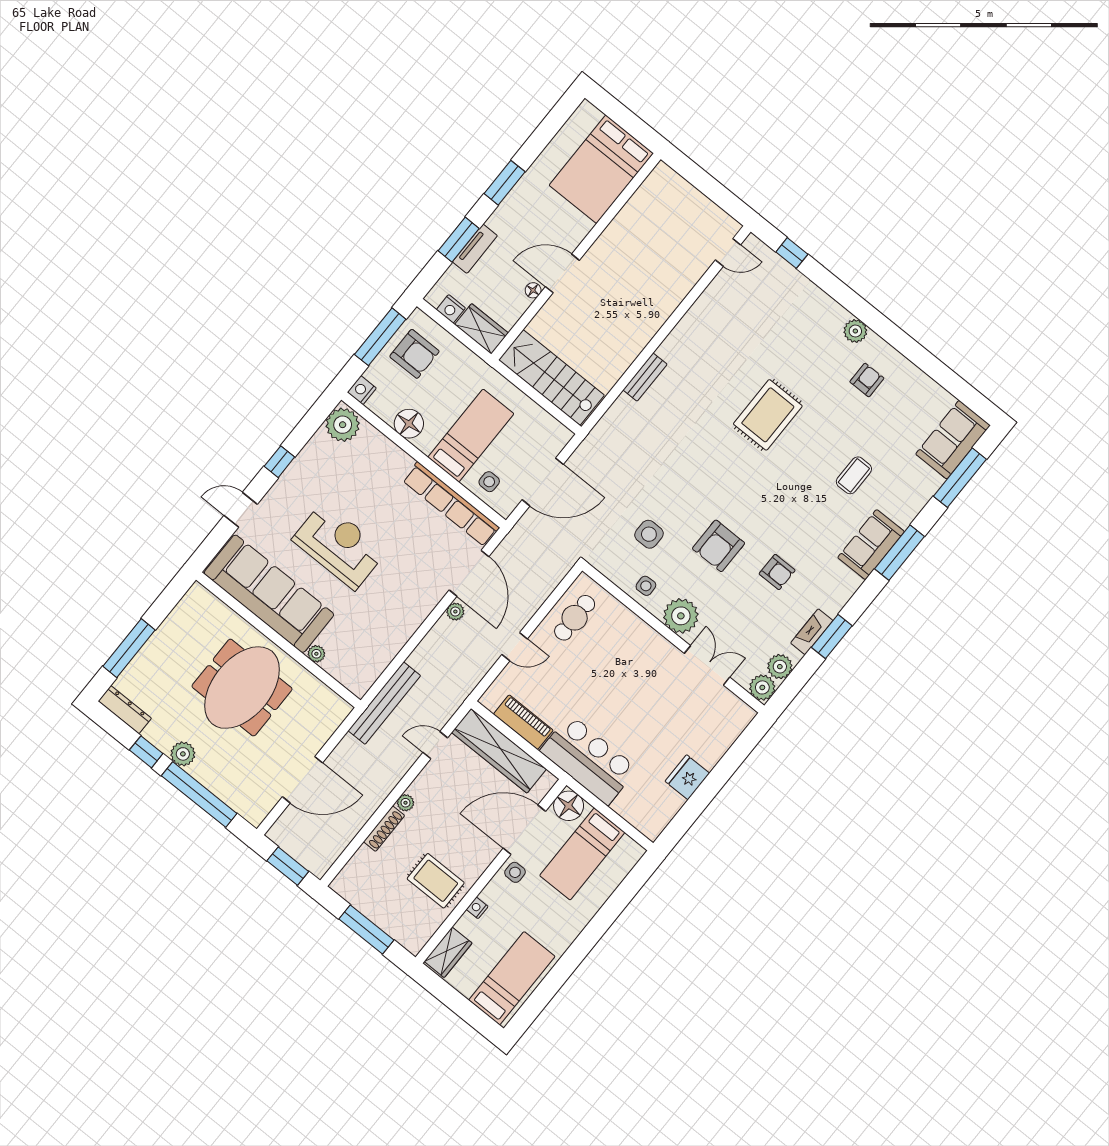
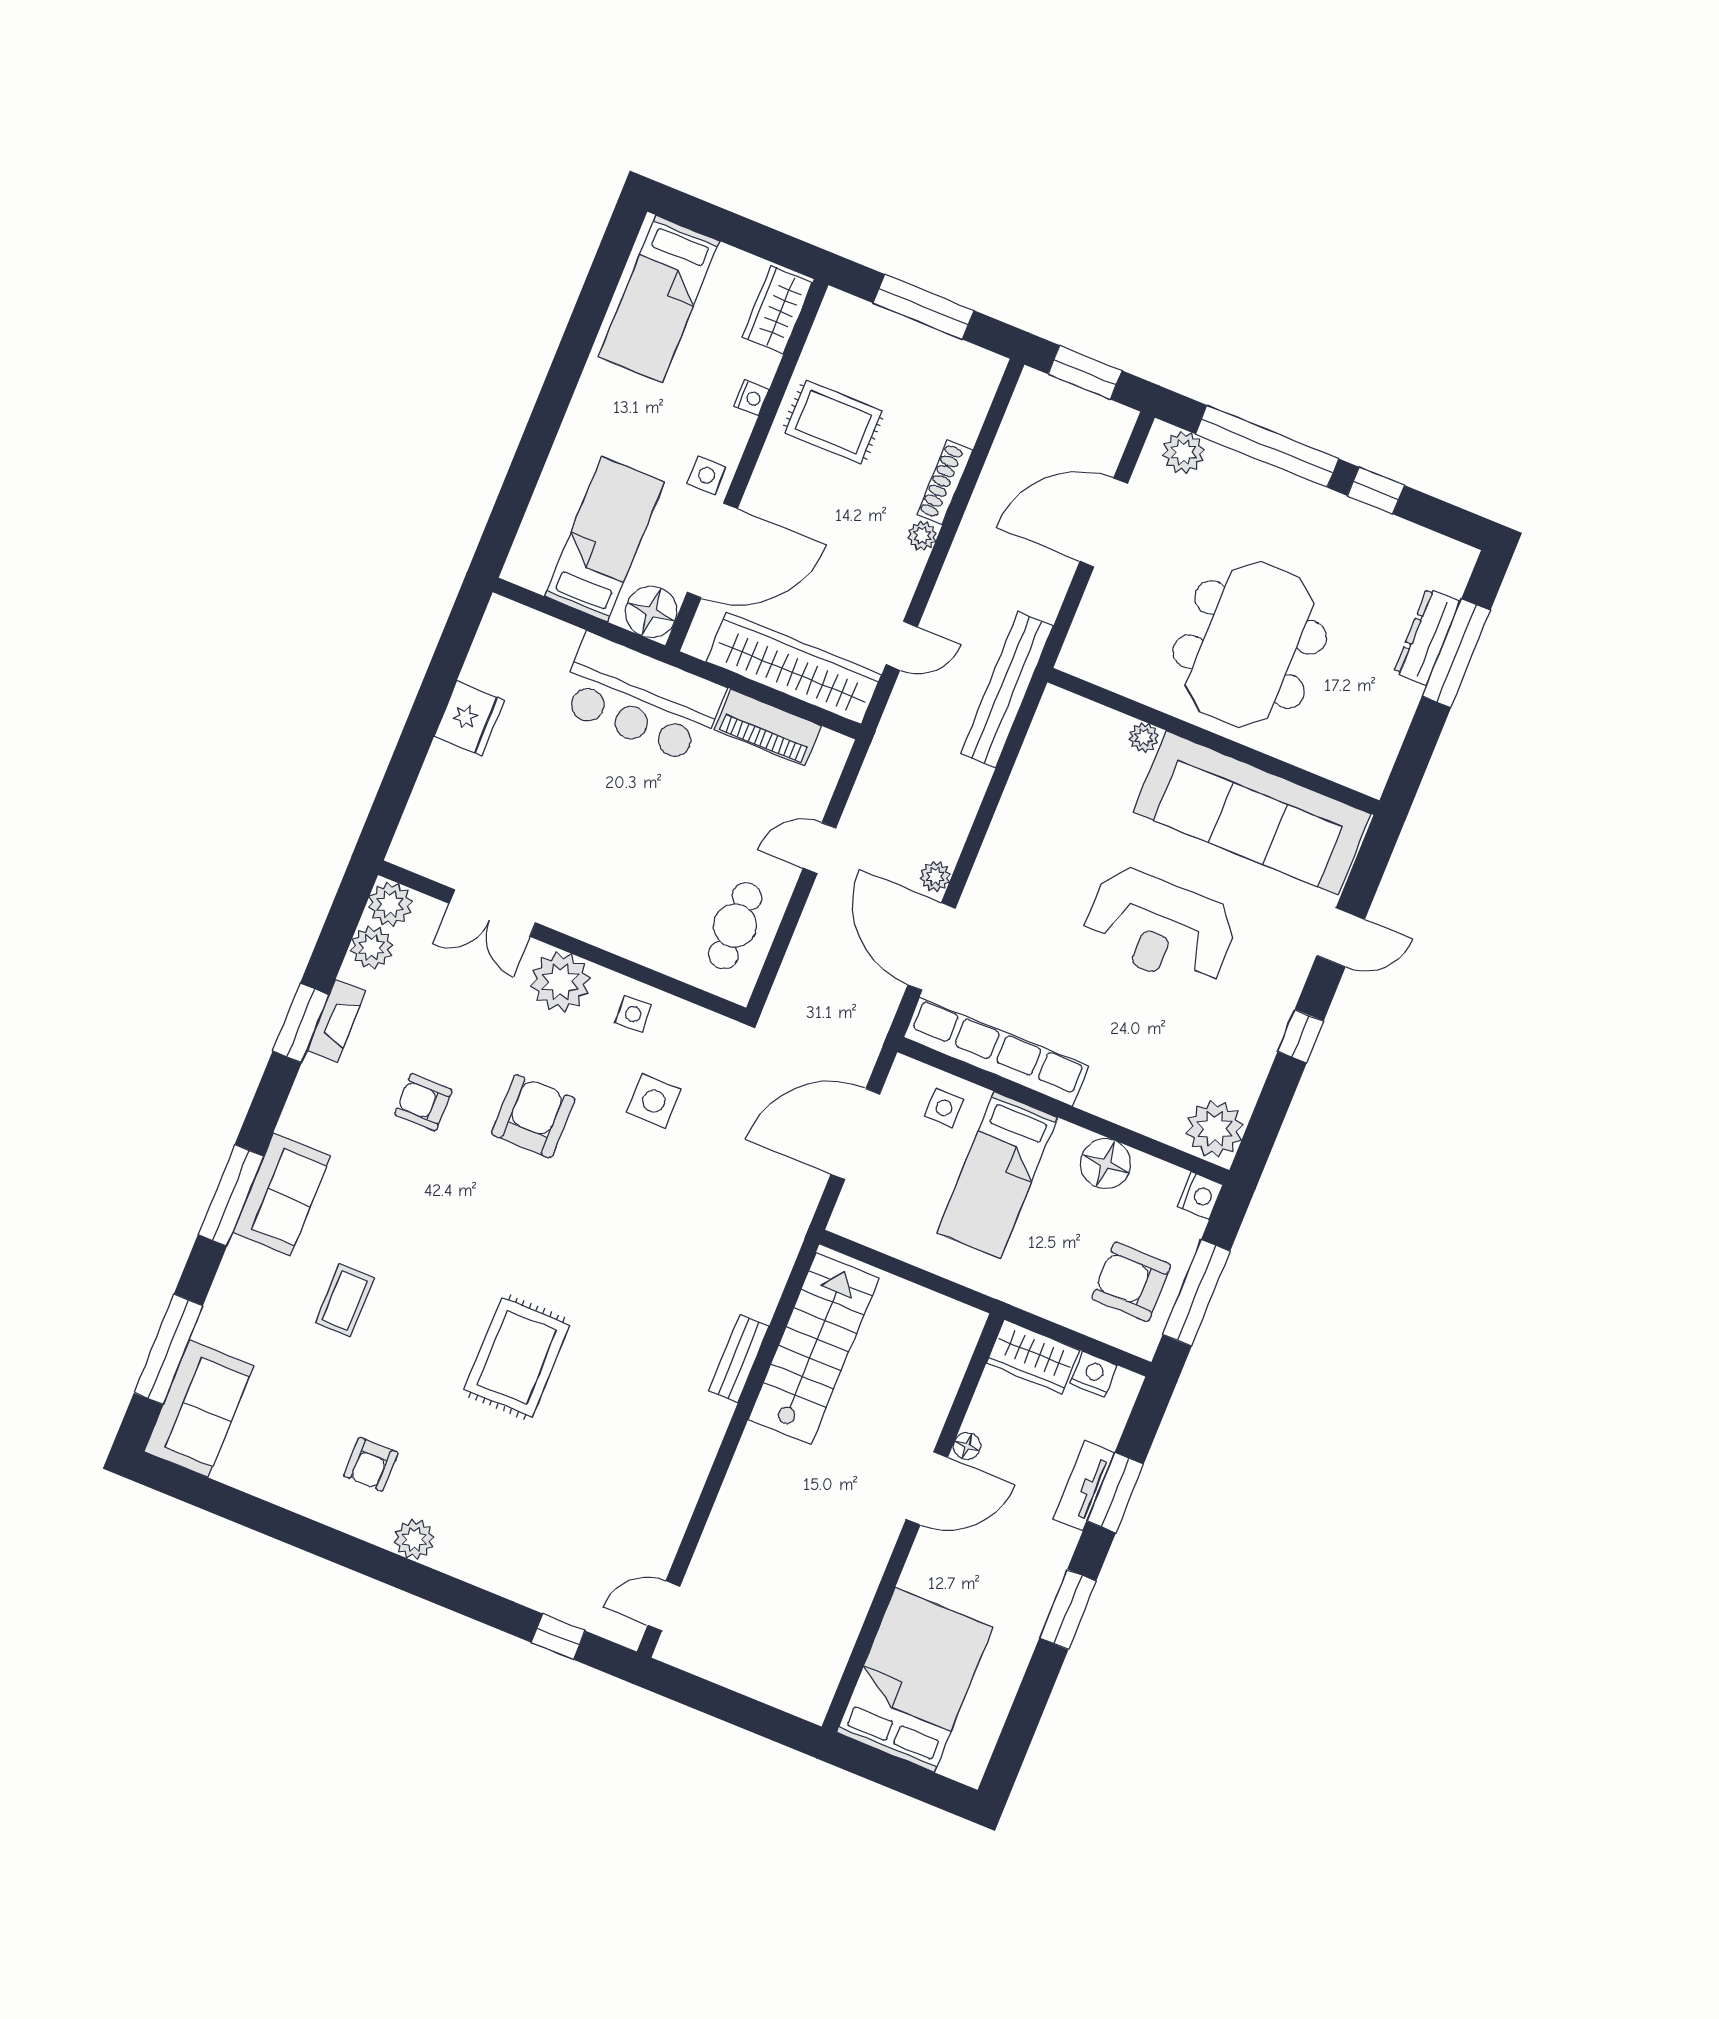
stairs: (551, 378) -> (814, 1348), moved, turned -90
dresser: (125, 710) -> (1427, 637), moved, turned 90
plant: (183, 754) -> (1184, 452), moved

